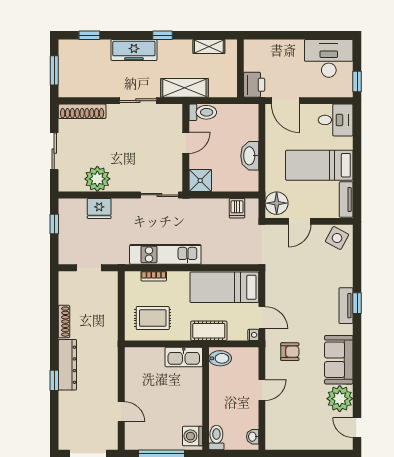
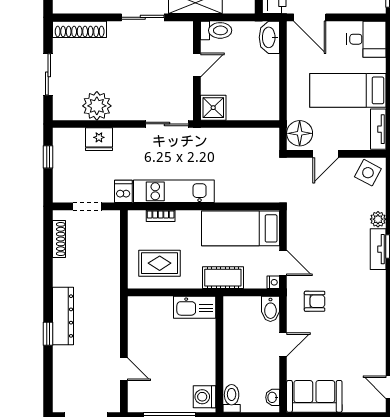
washbasin: (250, 156) -> (269, 37), moved
dishwasher: (237, 208) -> (123, 191), moved, turned 180
shoe rack: (64, 322) -> (59, 239), moved
bidet: (220, 358) -> (270, 309), moved, turned 90
sofa: (339, 360) -> (314, 396), moved, turned 90
plant: (340, 399) -> (378, 219), moved, width x0.53, depth x0.53

